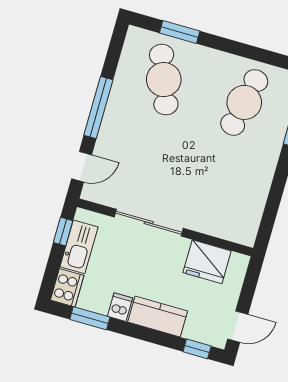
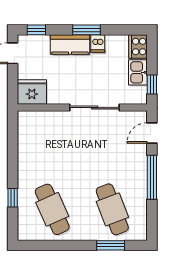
cafe table: (244, 102) -> (52, 209), turned -36
kitchen sink: (79, 247) -> (138, 72), width x0.73
fridge: (207, 262) -> (32, 92), moved
window: (90, 318) -> (86, 30), moved

